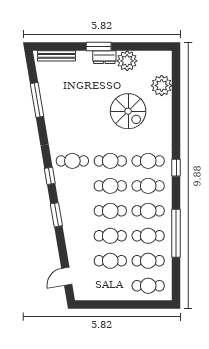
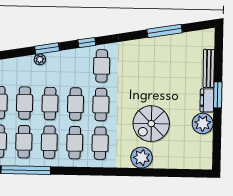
bench: (56, 56) -> (209, 68), moved
plant: (162, 86) -> (142, 158), moved
window: (176, 168) -> (93, 171), removed
plant: (67, 222) -> (40, 59), added

